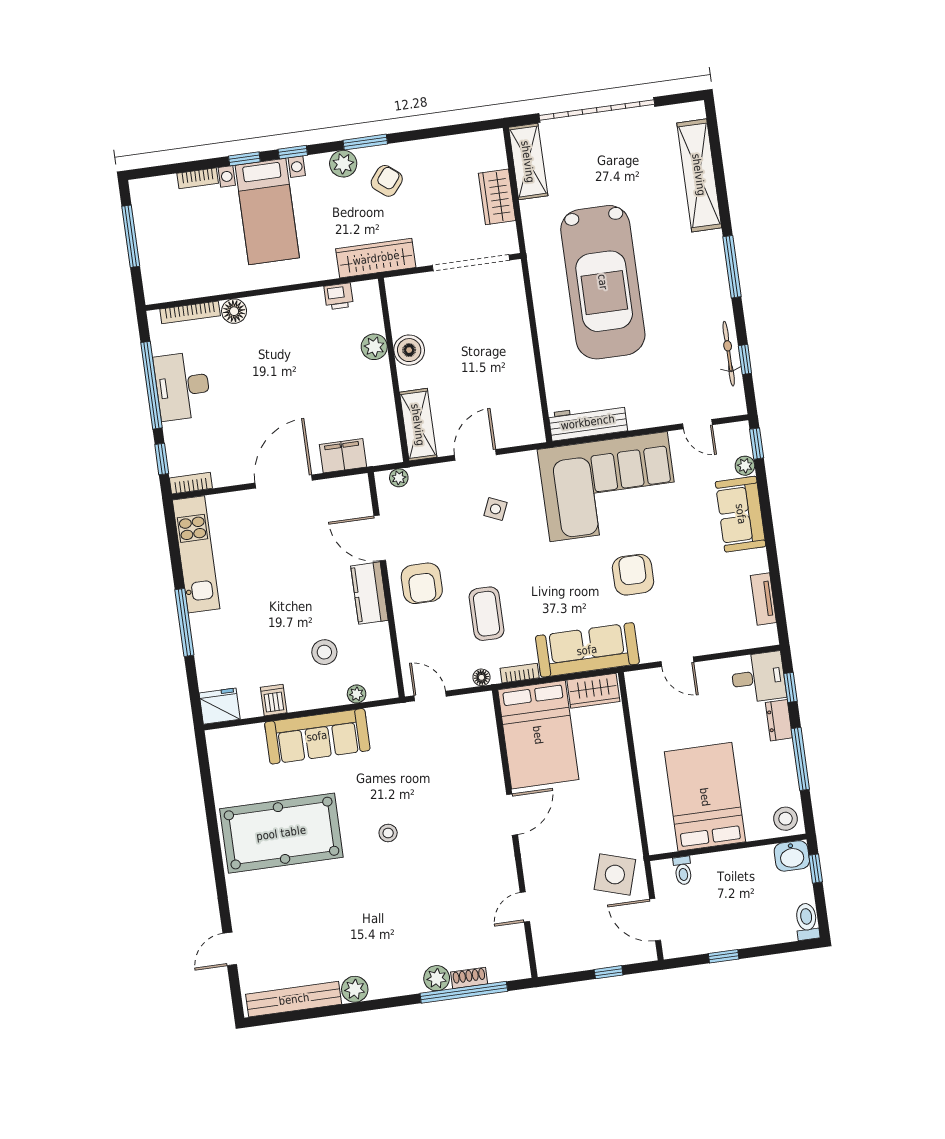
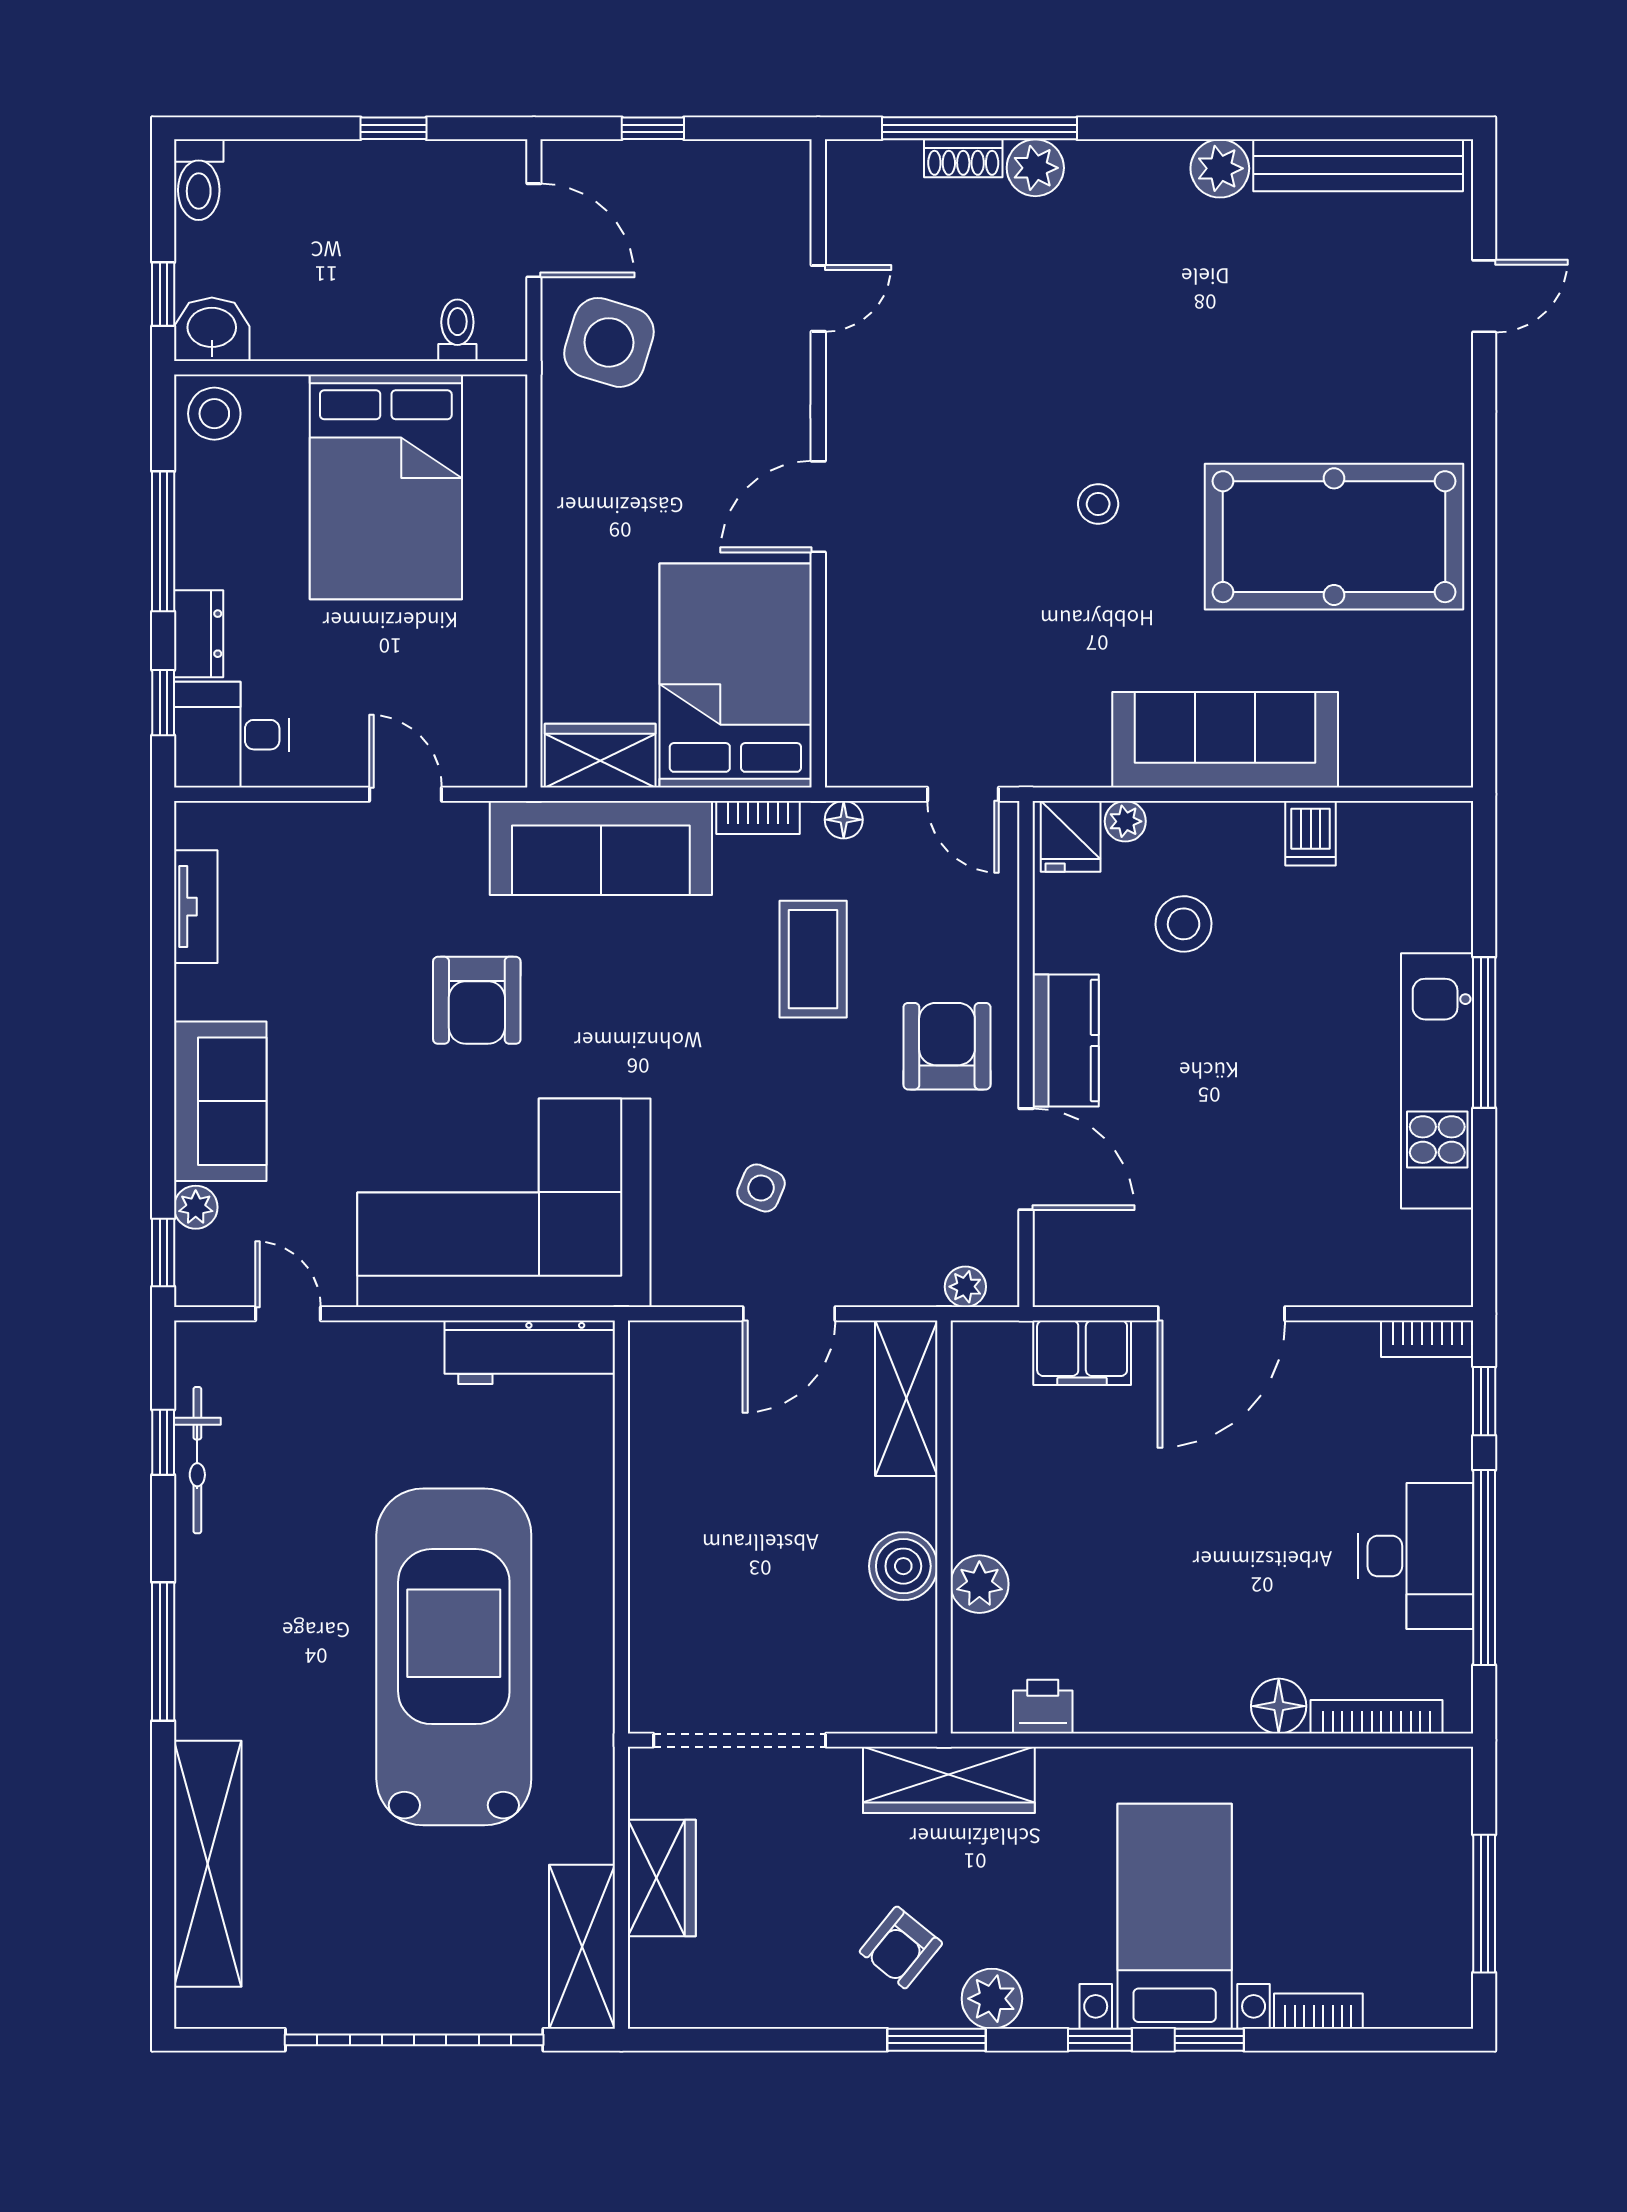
kitchen unit: (196, 554) -> (1437, 1081), moved
fridge: (220, 706) -> (1071, 836), moved, width x0.72

